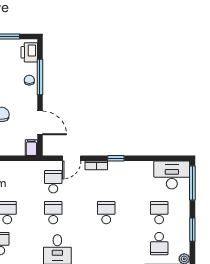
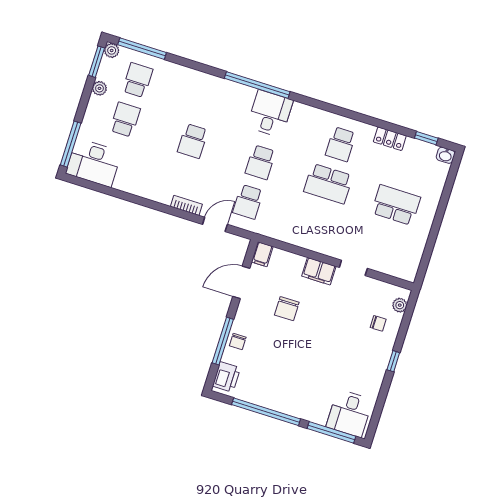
door: (40, 123) -> (241, 282), hinge flipped
window: (116, 158) -> (159, 207), removed
school desk: (159, 213) -> (125, 120), turned 180
plant: (184, 229) -> (99, 88), added
window: (192, 230) -> (97, 62), moved

